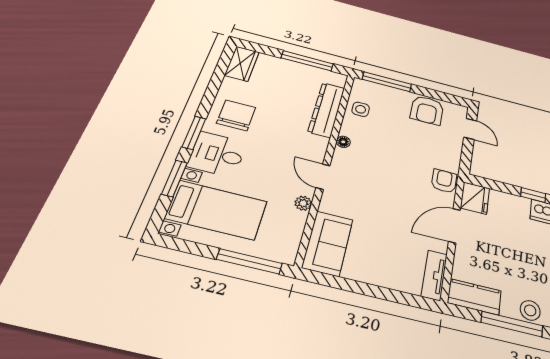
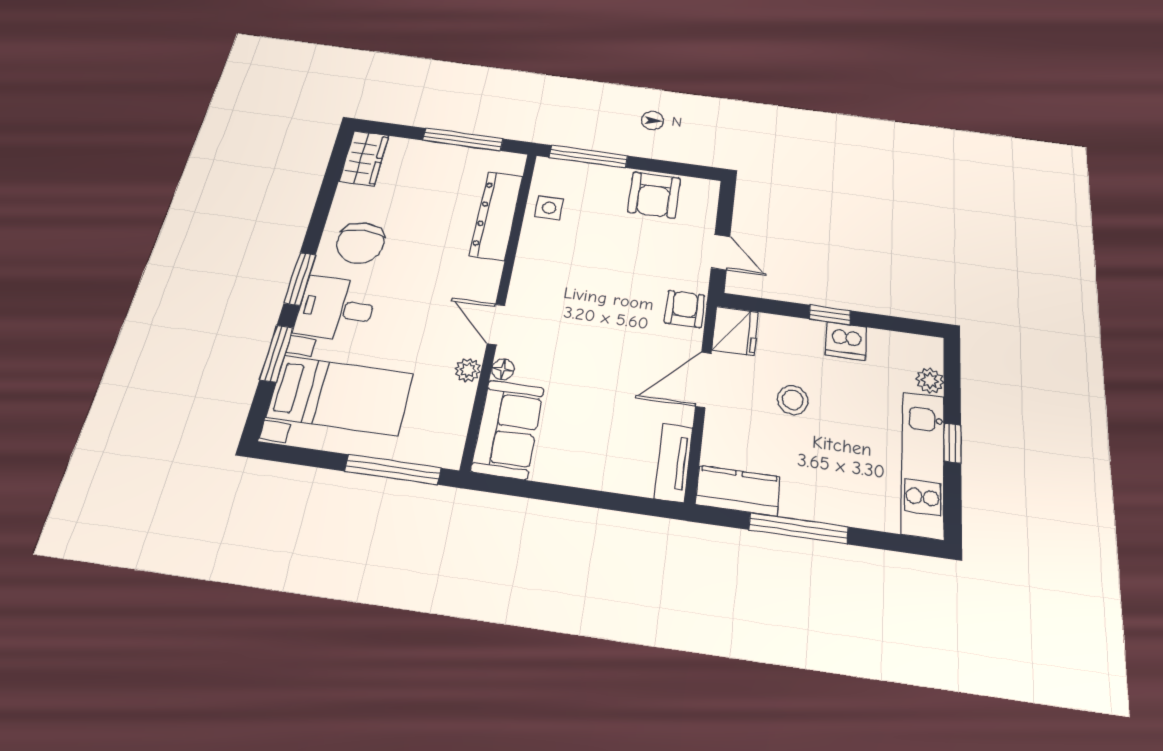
chair: (236, 115) -> (360, 243), turned 180
door: (470, 129) -> (721, 252), moved
floor lamp: (343, 142) -> (503, 369), moved
stool: (530, 310) -> (793, 400), moved

